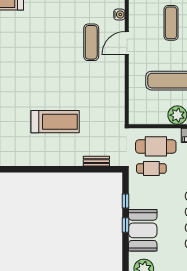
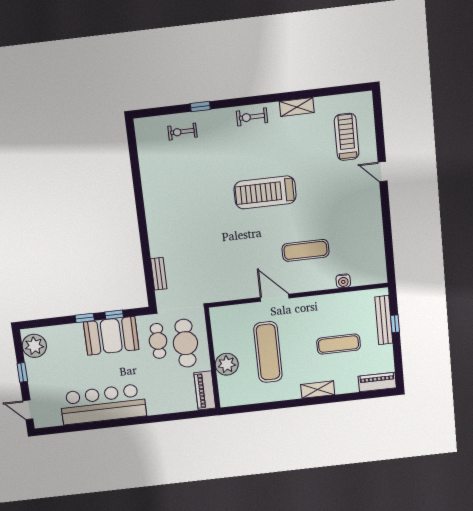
door: (127, 43) -> (275, 298), moved
treadmill: (55, 122) -> (265, 192), moved, turned 90
booth: (143, 230) -> (111, 336), moved

